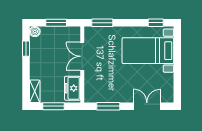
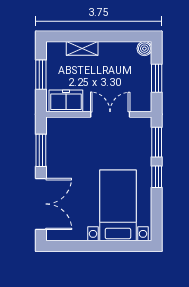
window: (156, 23) -> (157, 177), moved
window: (26, 49) -> (121, 36), removed
shelving: (35, 91) -> (82, 48), moved
double door: (147, 106) -> (41, 204), width x1.37

